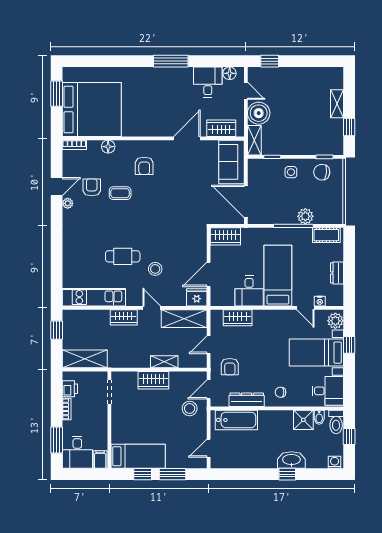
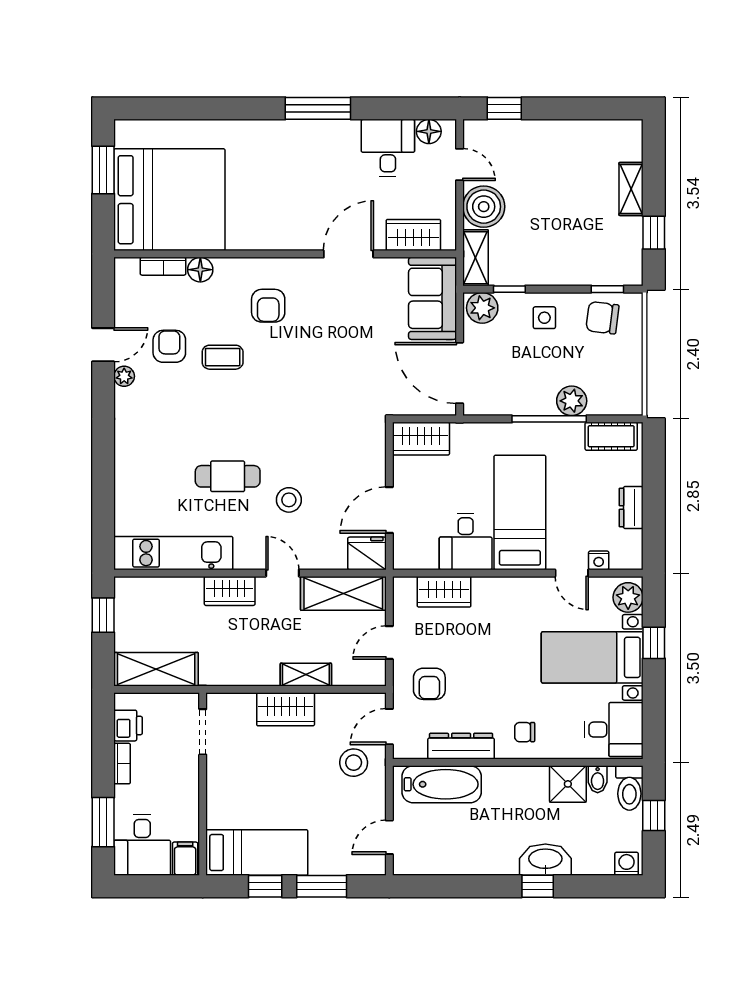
bookcase: (74, 145) -> (163, 266), moved
plant: (258, 167) -> (482, 308), added

